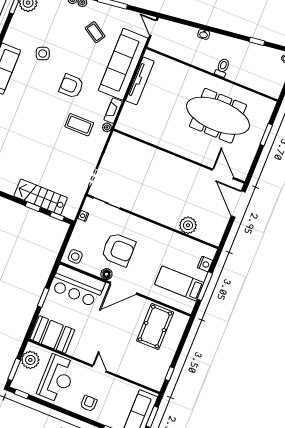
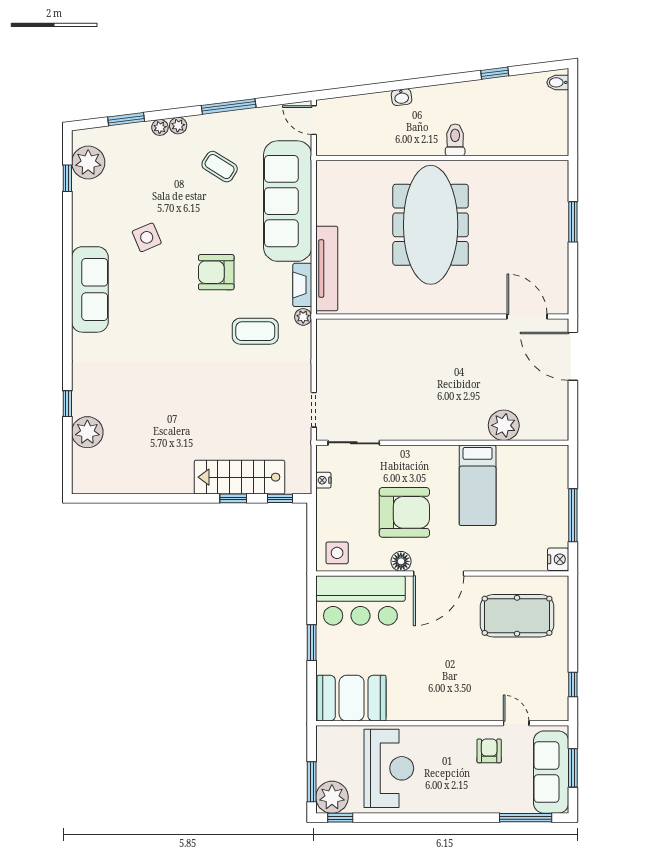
tv unit: (140, 81) -> (327, 268), moved
meeting table: (218, 116) -> (431, 225), moved, turned 90
nightstand: (205, 264) -> (558, 559), moved
bed: (179, 283) -> (478, 485), moved, turned -90
pool table: (155, 327) -> (517, 616), turned 90
plant: (30, 360) -> (332, 797), moved
door: (99, 369) -> (516, 723), moved
armchair: (89, 403) -> (489, 751), moved

